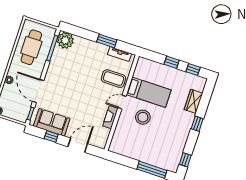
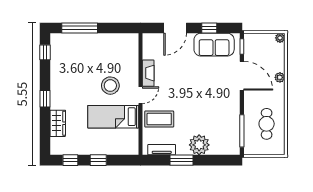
plant: (65, 40) -> (199, 145), moved
cafe table: (31, 47) -> (267, 124), width x0.73, depth x0.74

